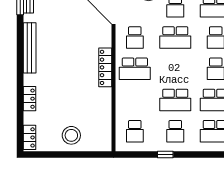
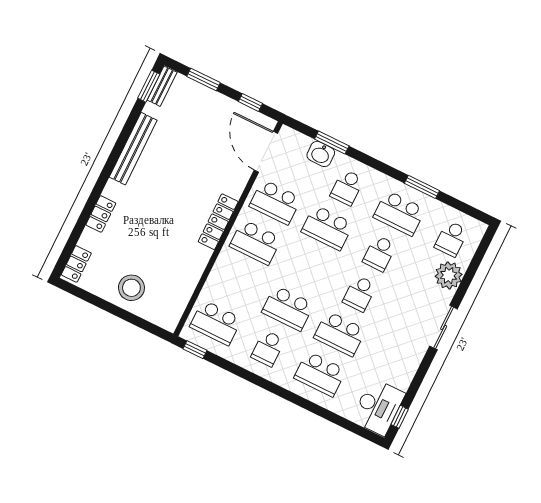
school desk: (135, 38) -> (275, 202), width x1.85
school desk: (135, 131) -> (216, 323), width x1.85
window: (165, 155) -> (195, 350), moved

